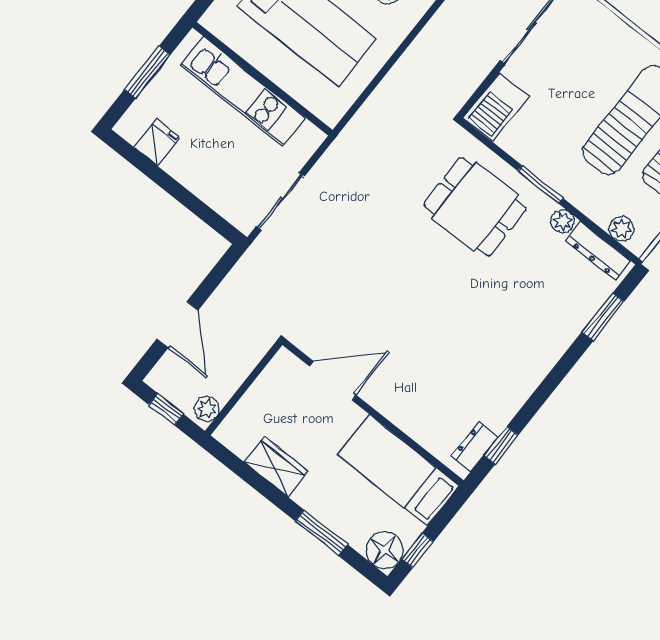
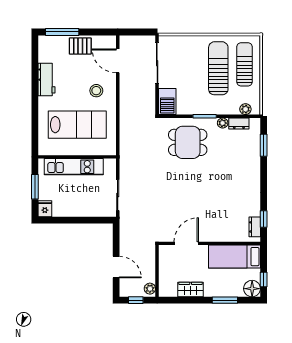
fridge: (157, 143) -> (45, 209), moved
dresser: (598, 251) -> (239, 123), width x0.70

